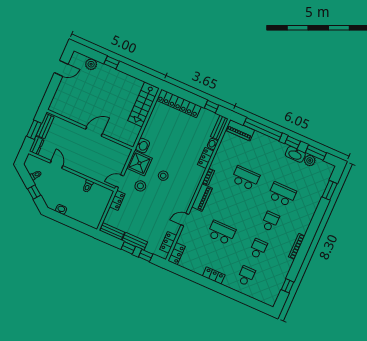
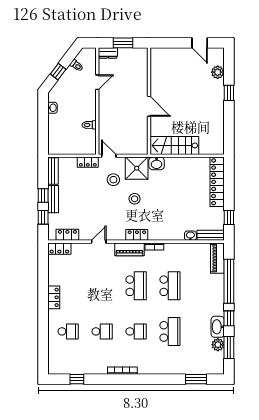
stairs: (143, 104) -> (174, 145), moved
bench: (45, 126) -> (132, 53), removed
locker: (206, 158) -> (137, 235), moved
door: (185, 220) -> (99, 242), hinge flipped
school desk: (221, 233) -> (136, 286), moved

